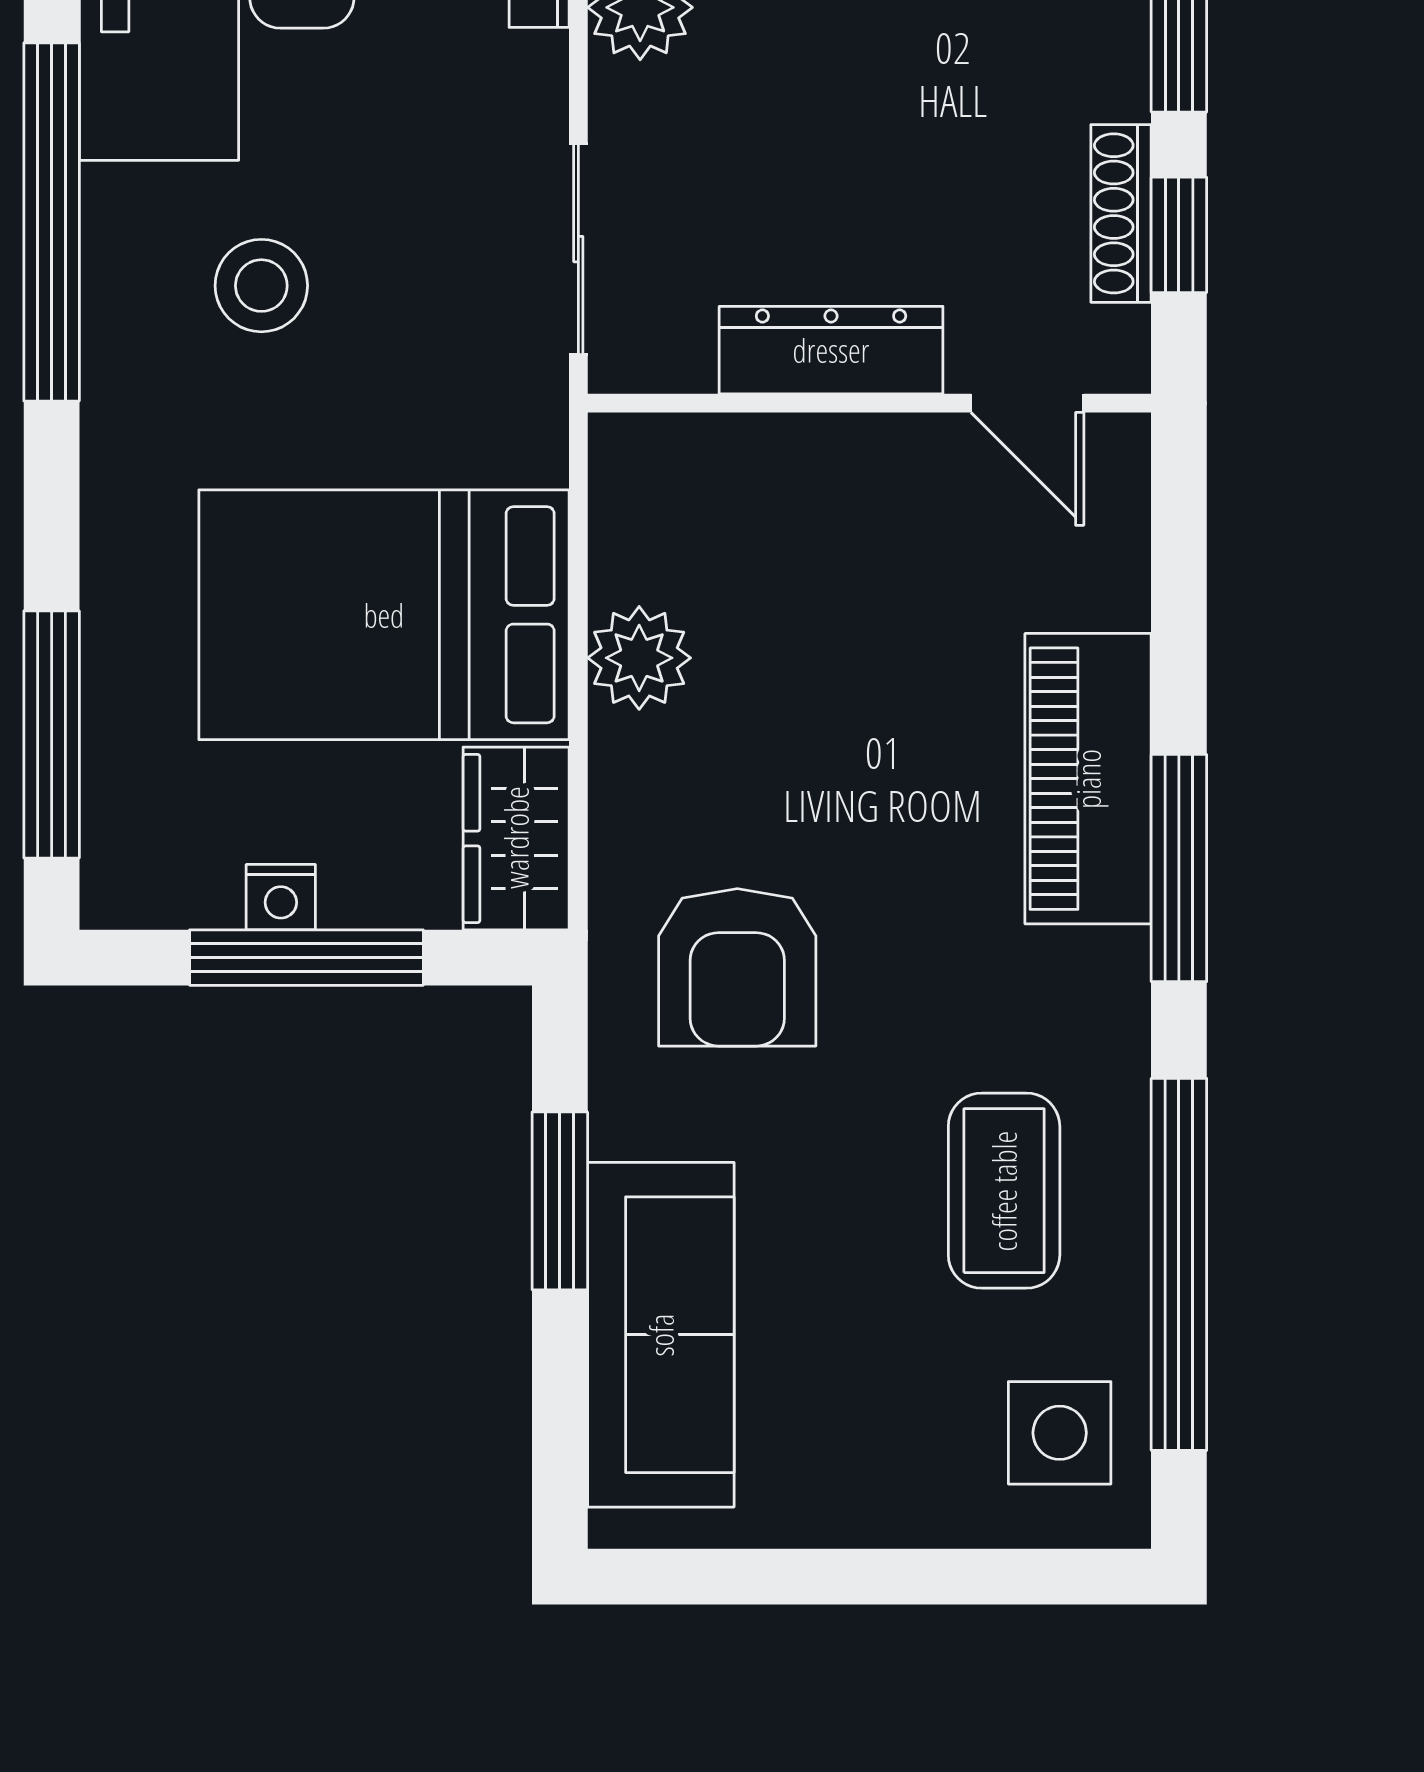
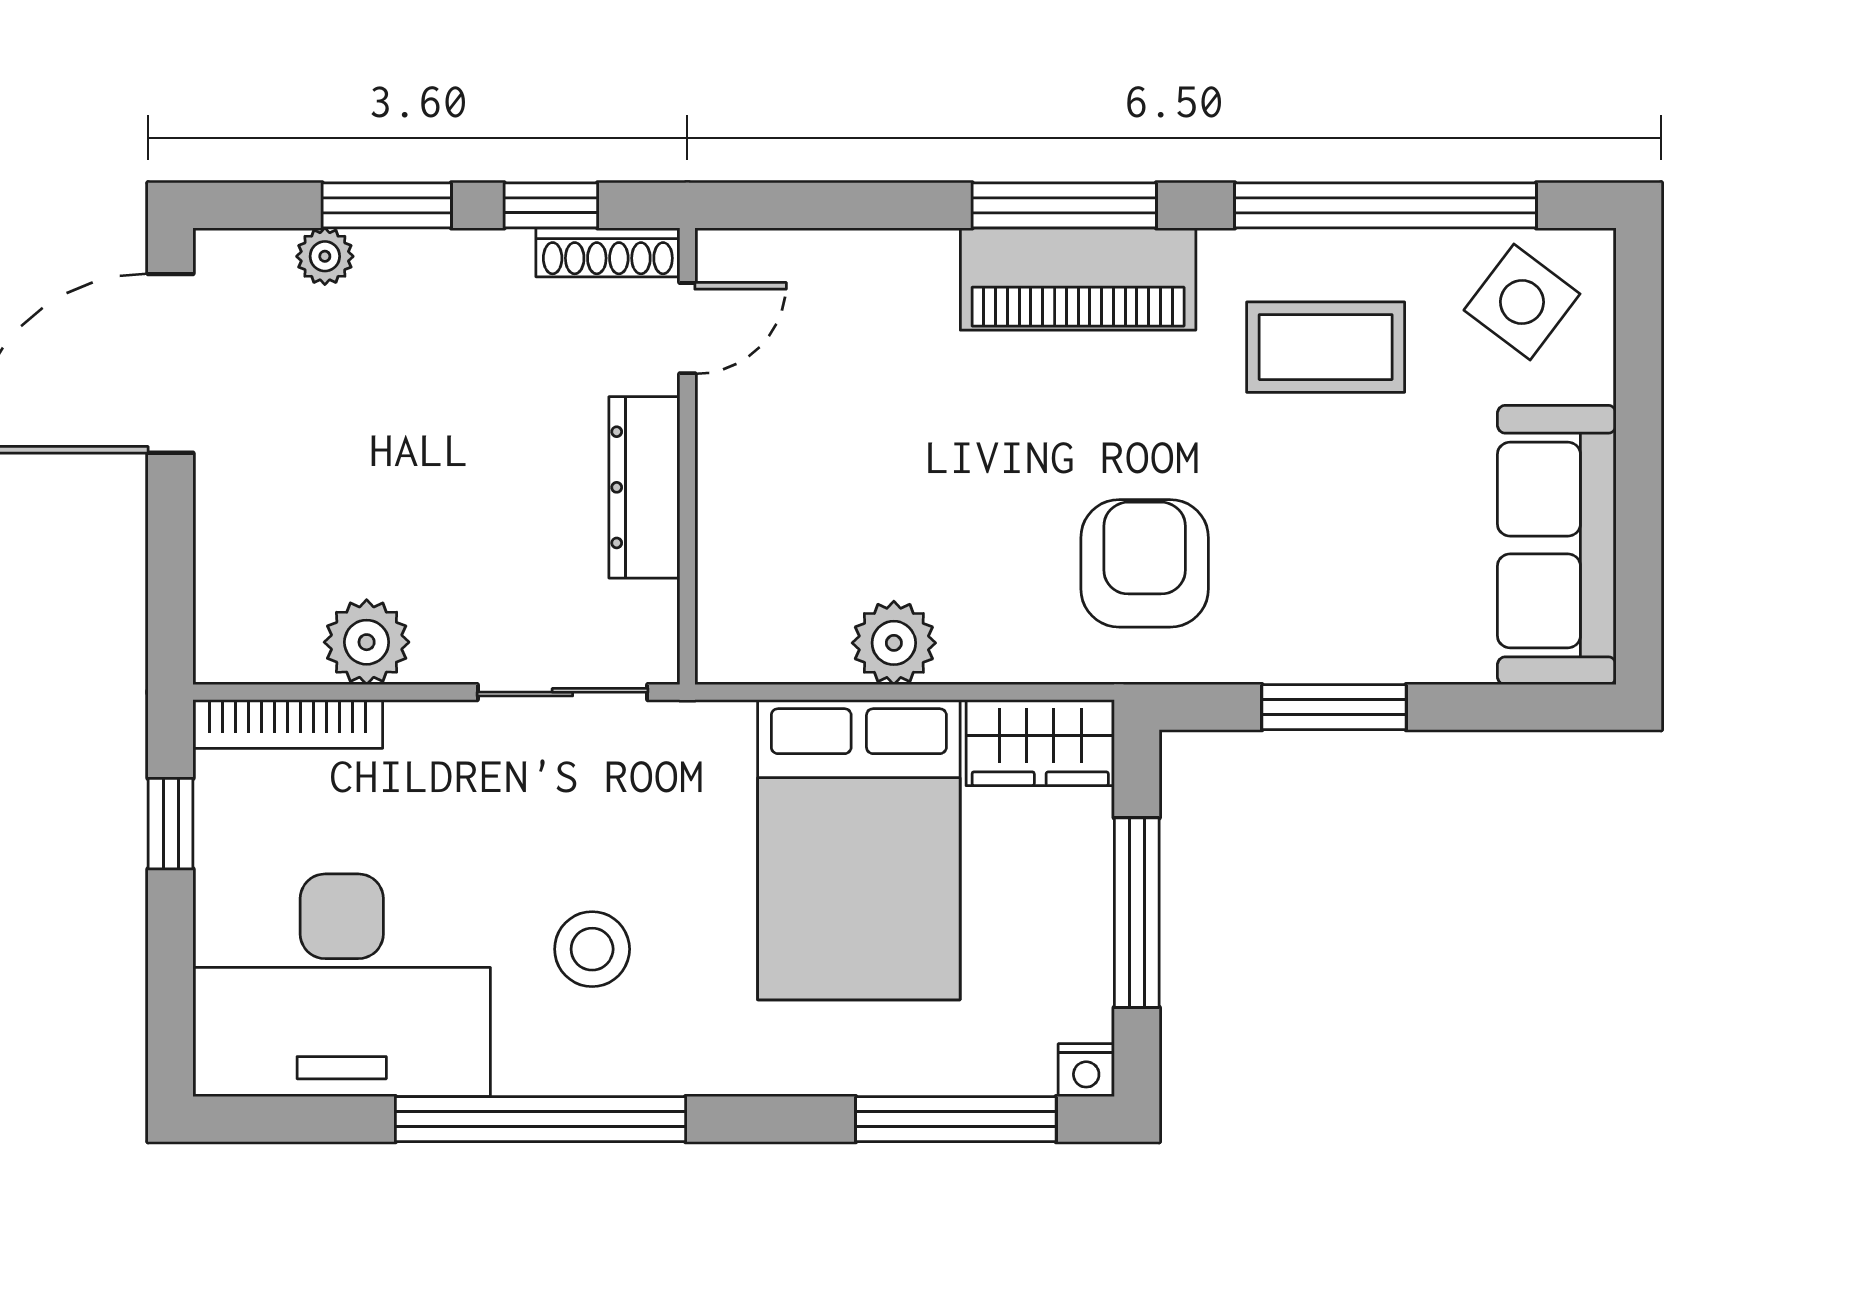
shoe rack: (1121, 213) -> (608, 252), moved
piano: (1088, 779) -> (1078, 279), moved
nightstand: (281, 897) -> (1086, 1070), moved, turned 90
armchair: (737, 967) -> (1145, 563), turned -90
sofa: (661, 1335) -> (1557, 545), moved, turned -90
side table: (1060, 1433) -> (1522, 302), turned 37

